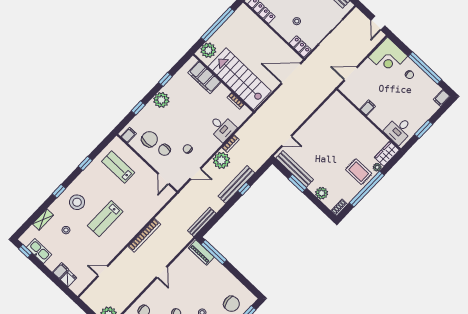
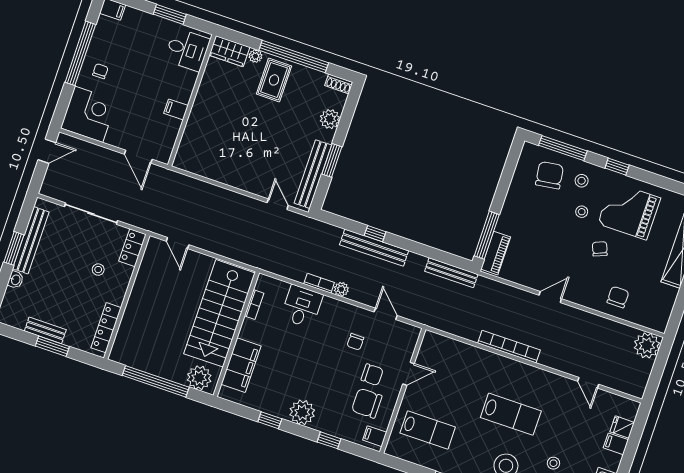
door: (291, 73) -> (178, 243), width x0.53
plant: (221, 160) -> (341, 289), width x0.53, depth x0.53
lab bench: (118, 167) -> (428, 430), turned -90
door: (164, 179) -> (409, 374), moved

